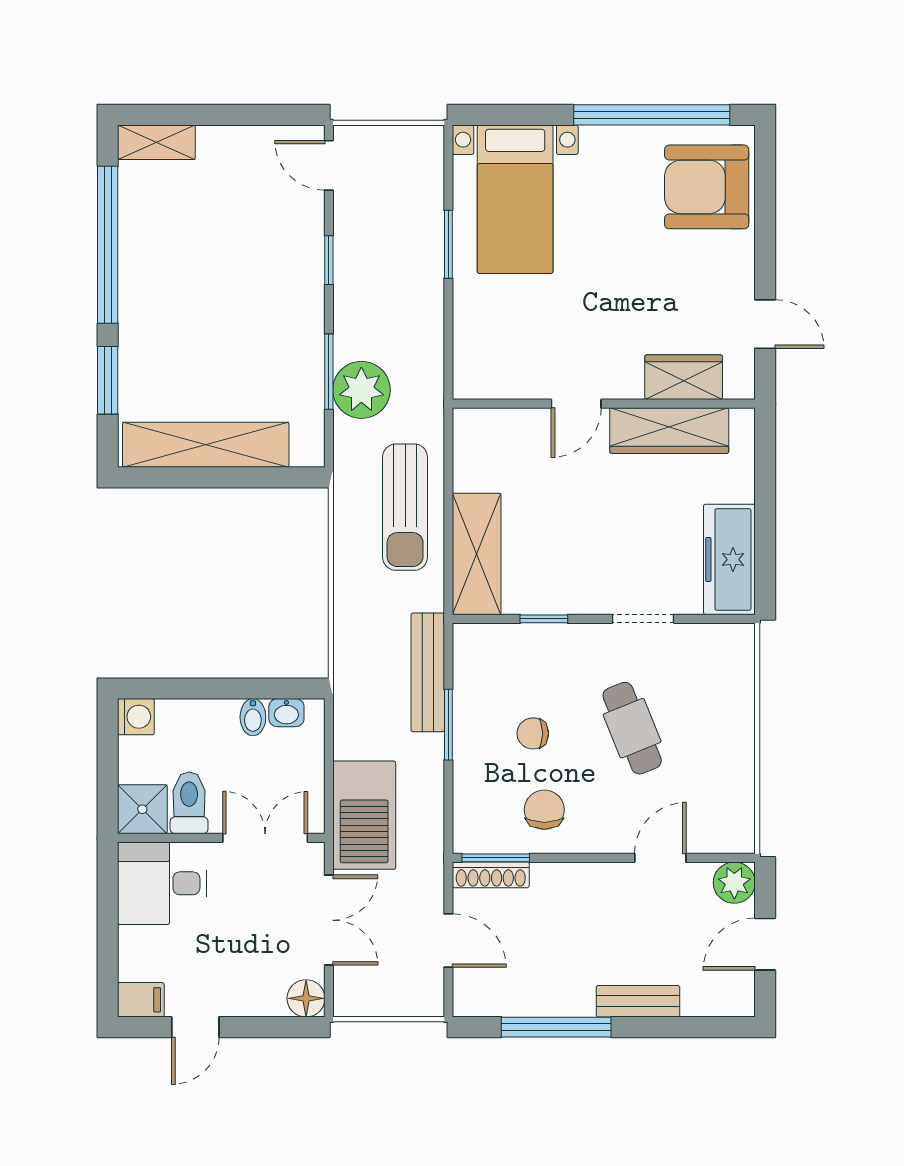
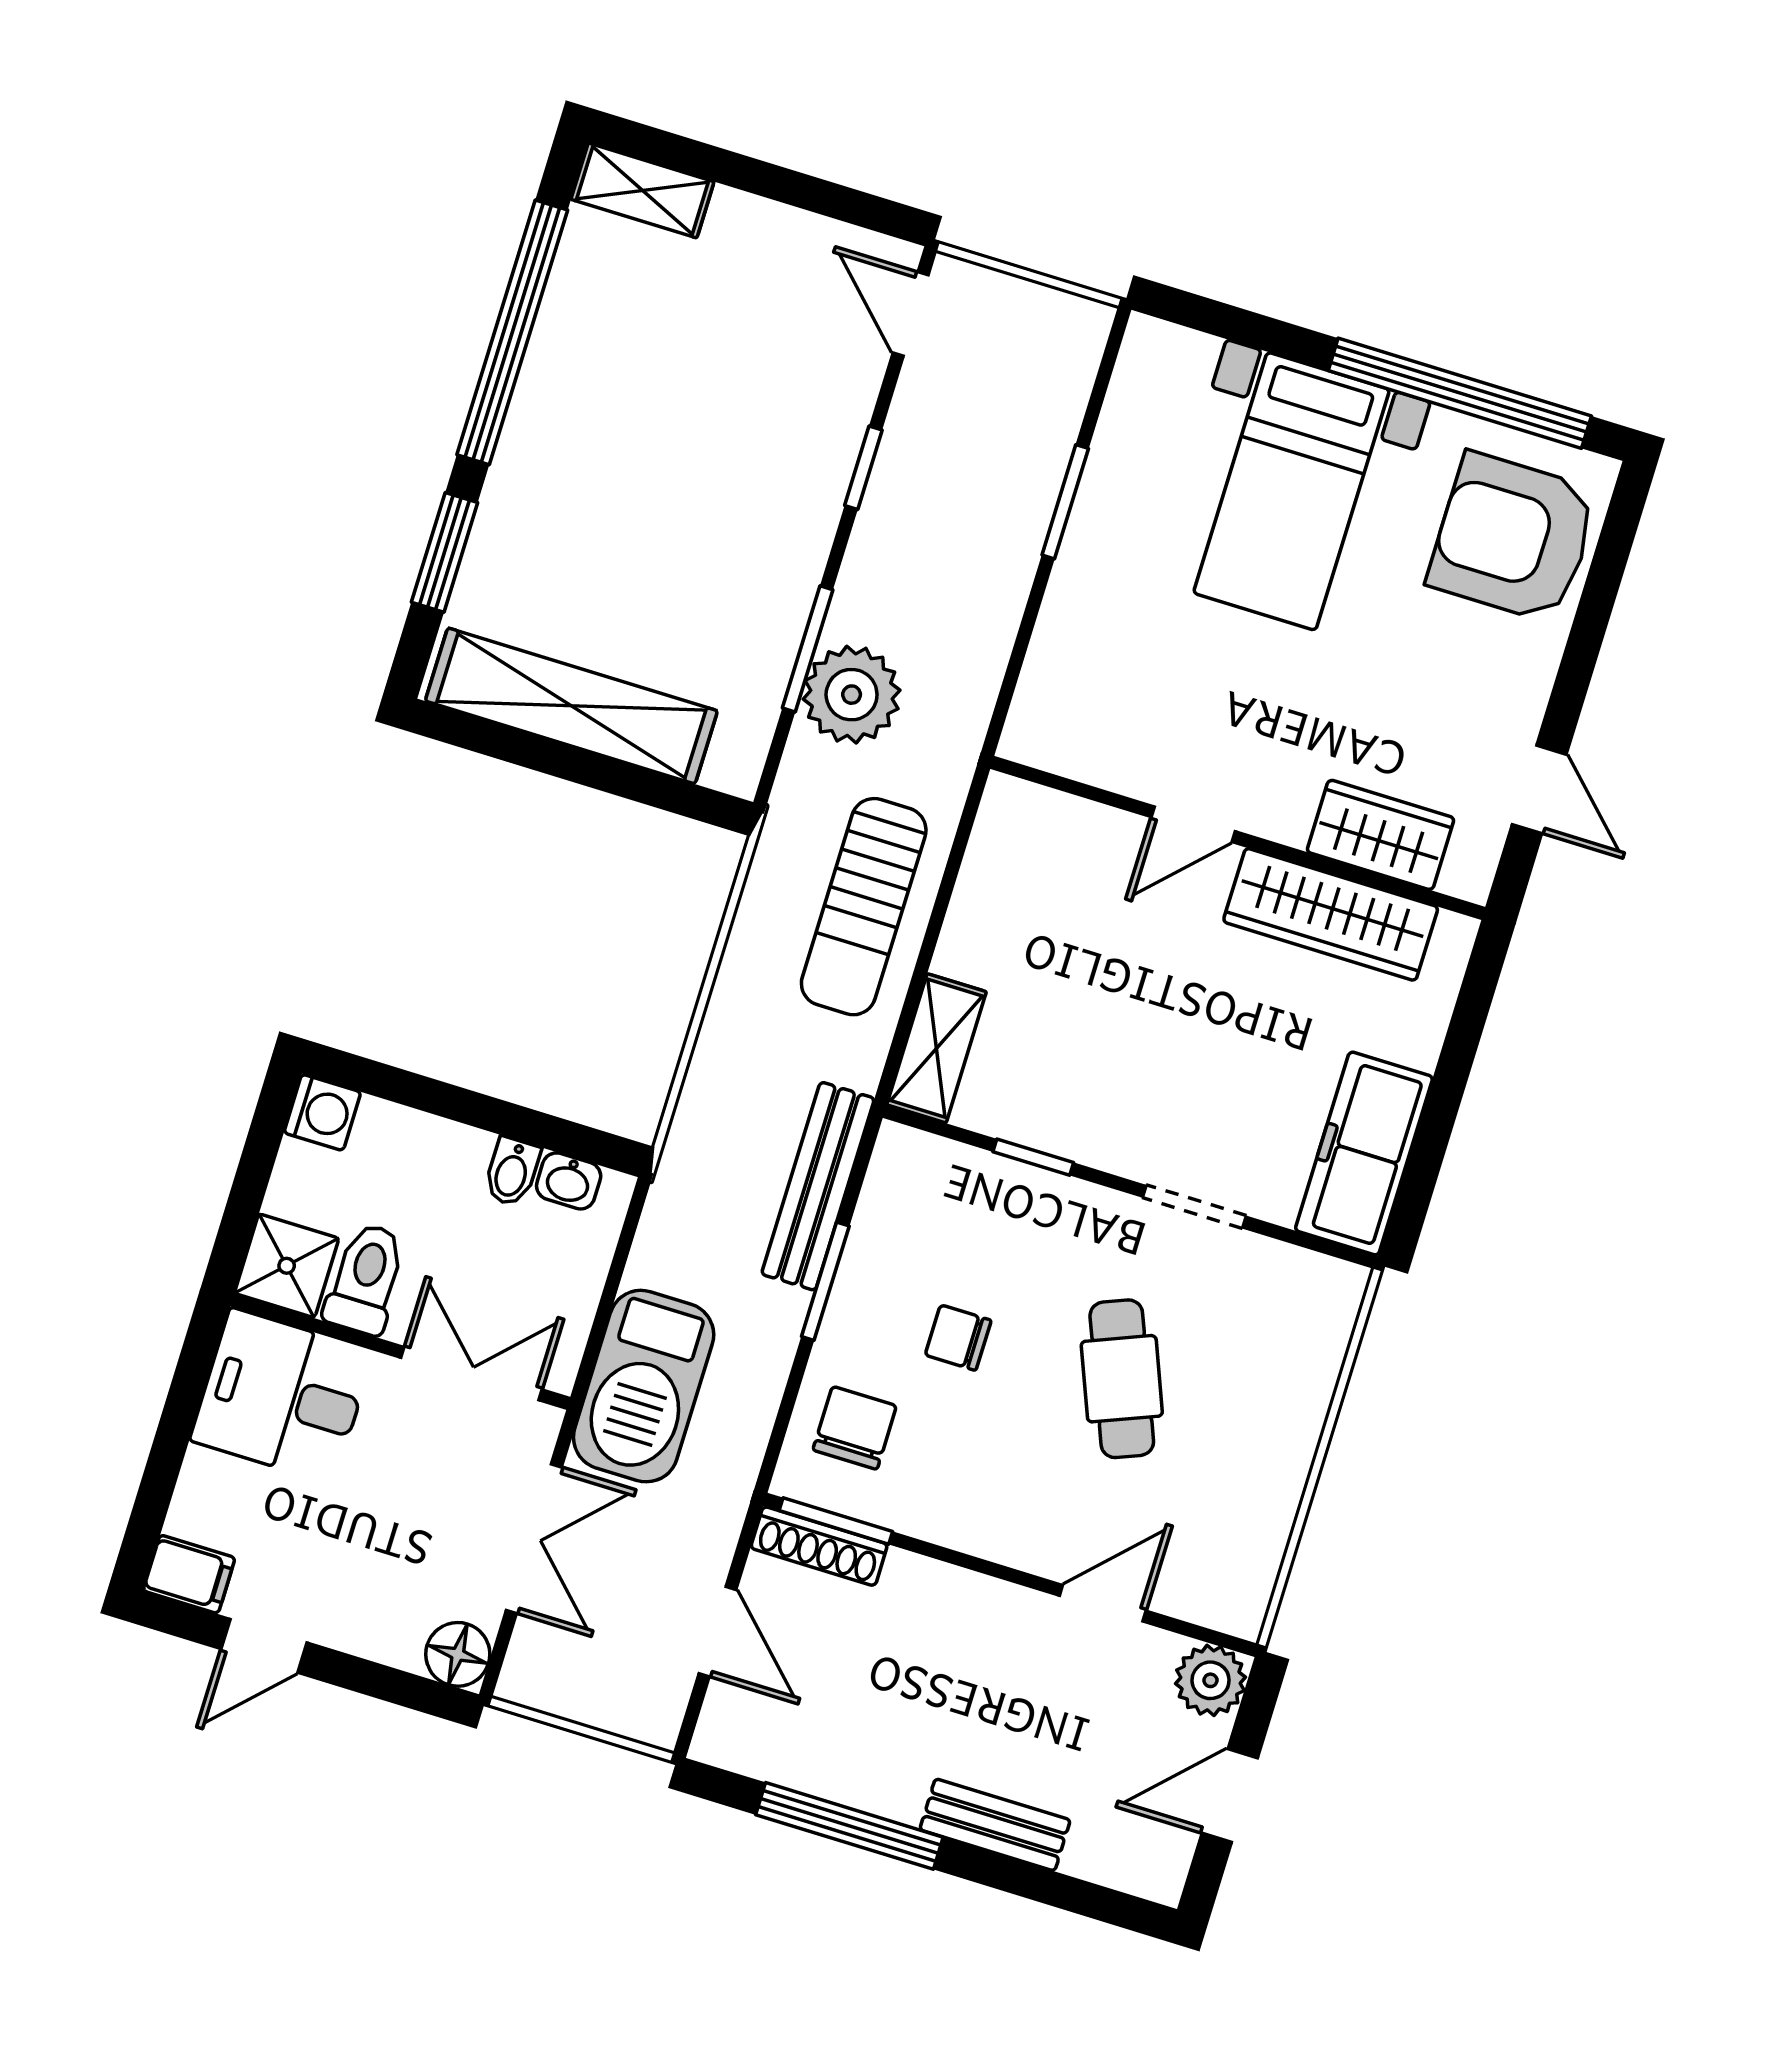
bed with nightstands: (515, 199) -> (1291, 491), moved
shelving: (477, 554) -> (937, 1048), width x0.67, depth x0.75
chair: (544, 810) -> (855, 1428), moved

